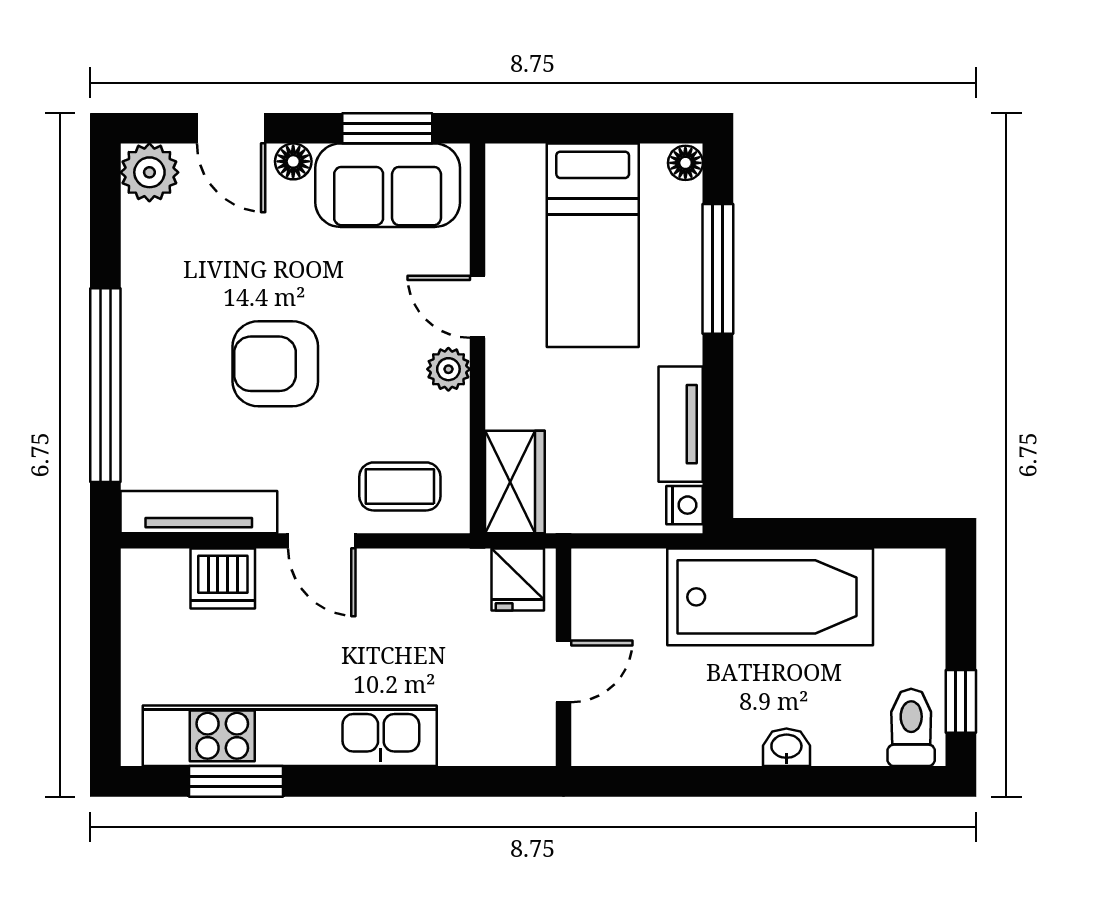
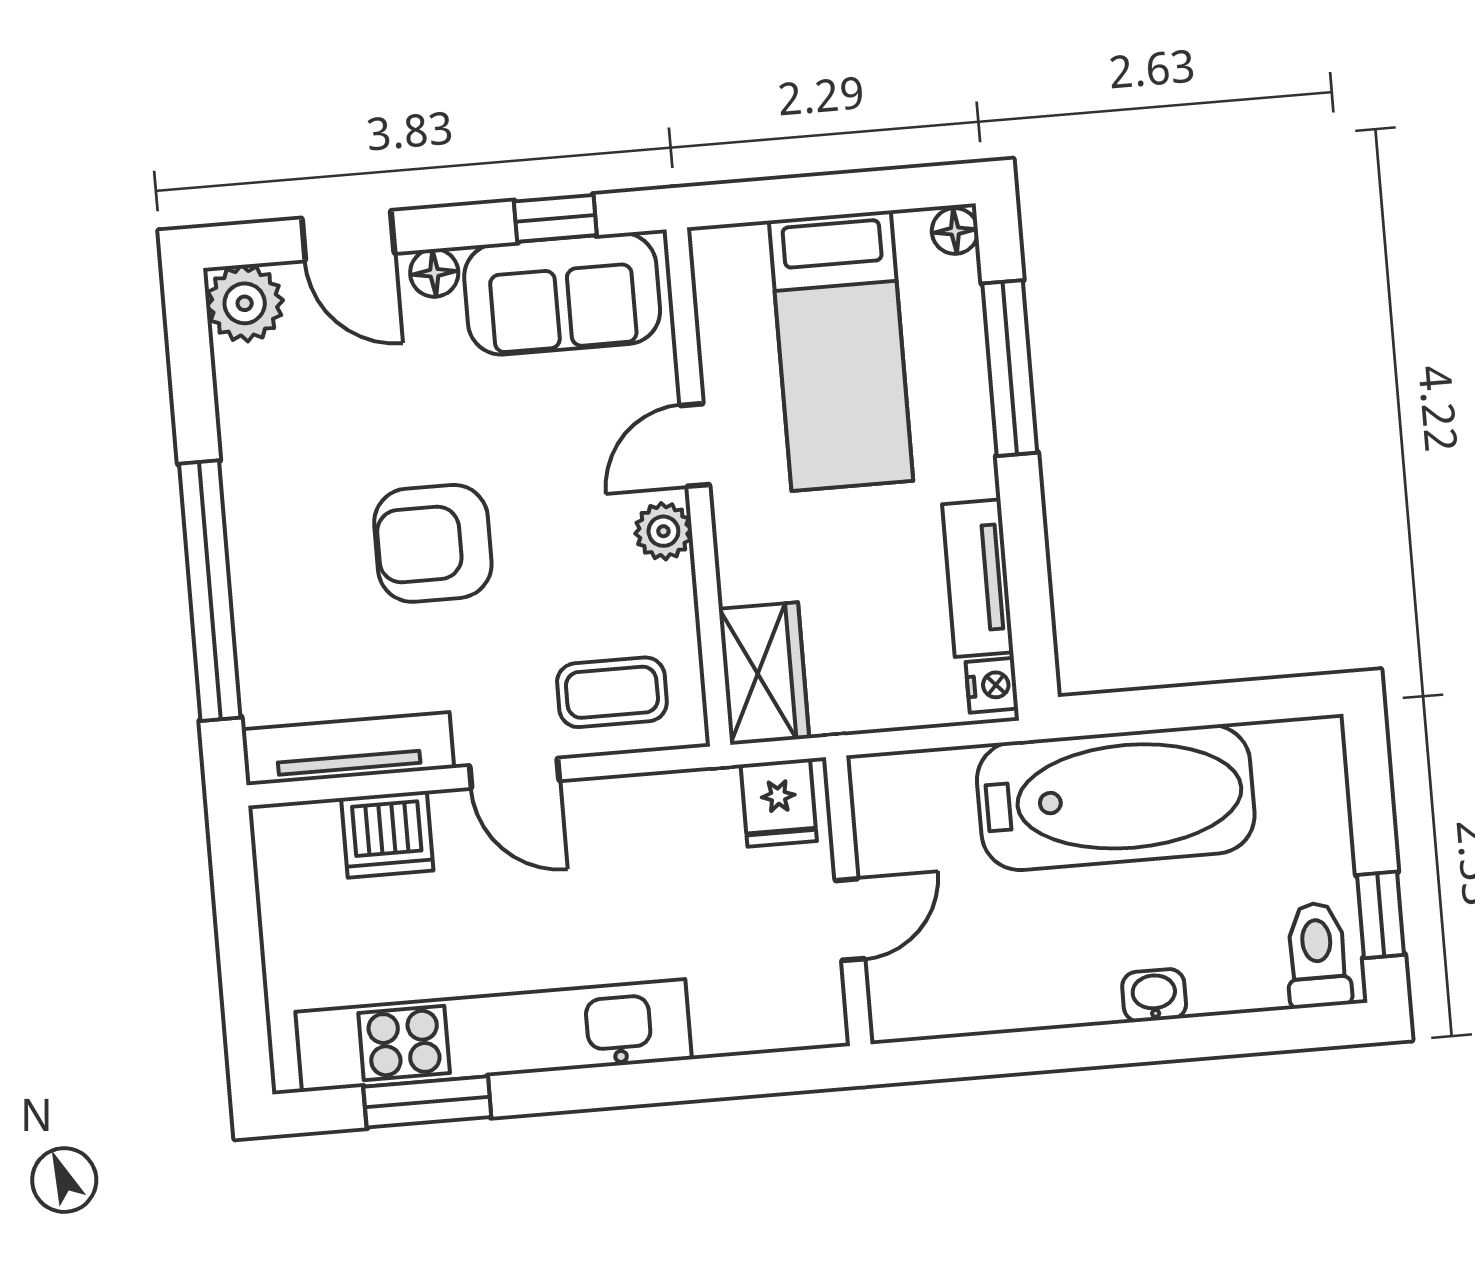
window: (387, 128) -> (555, 218), width x0.67
door: (477, 307) -> (695, 445), hinge flipped

